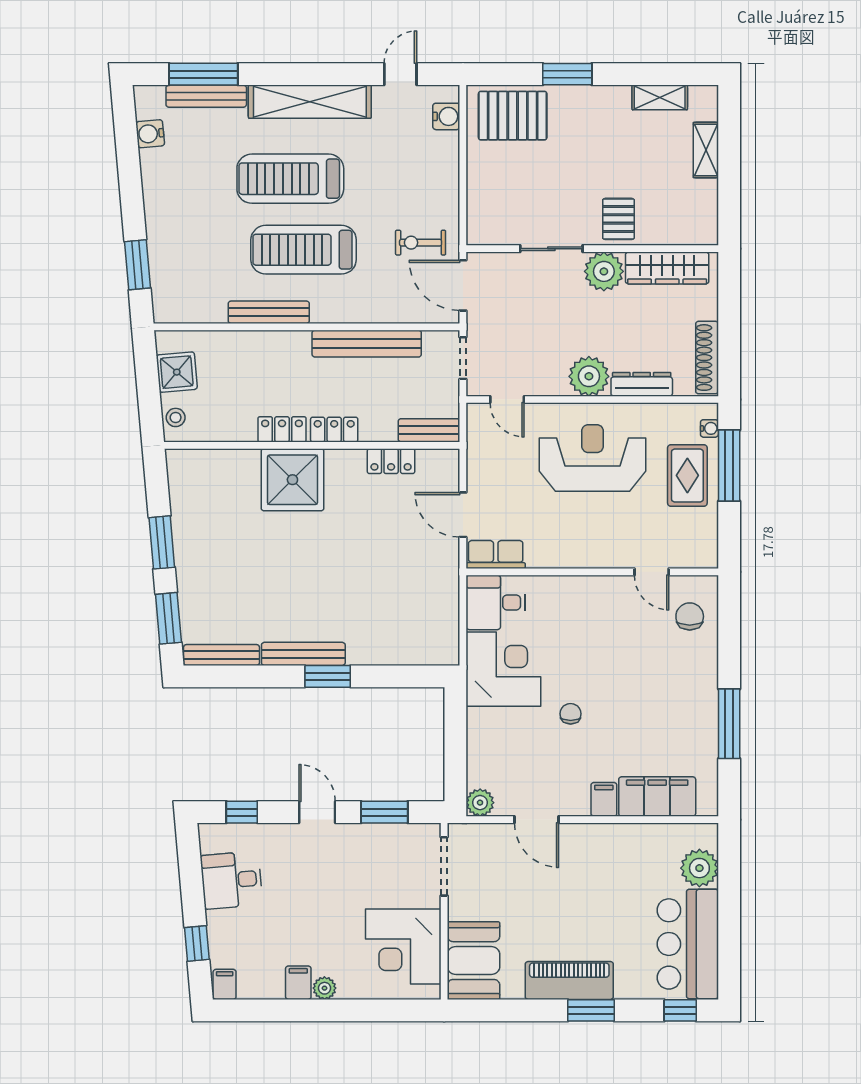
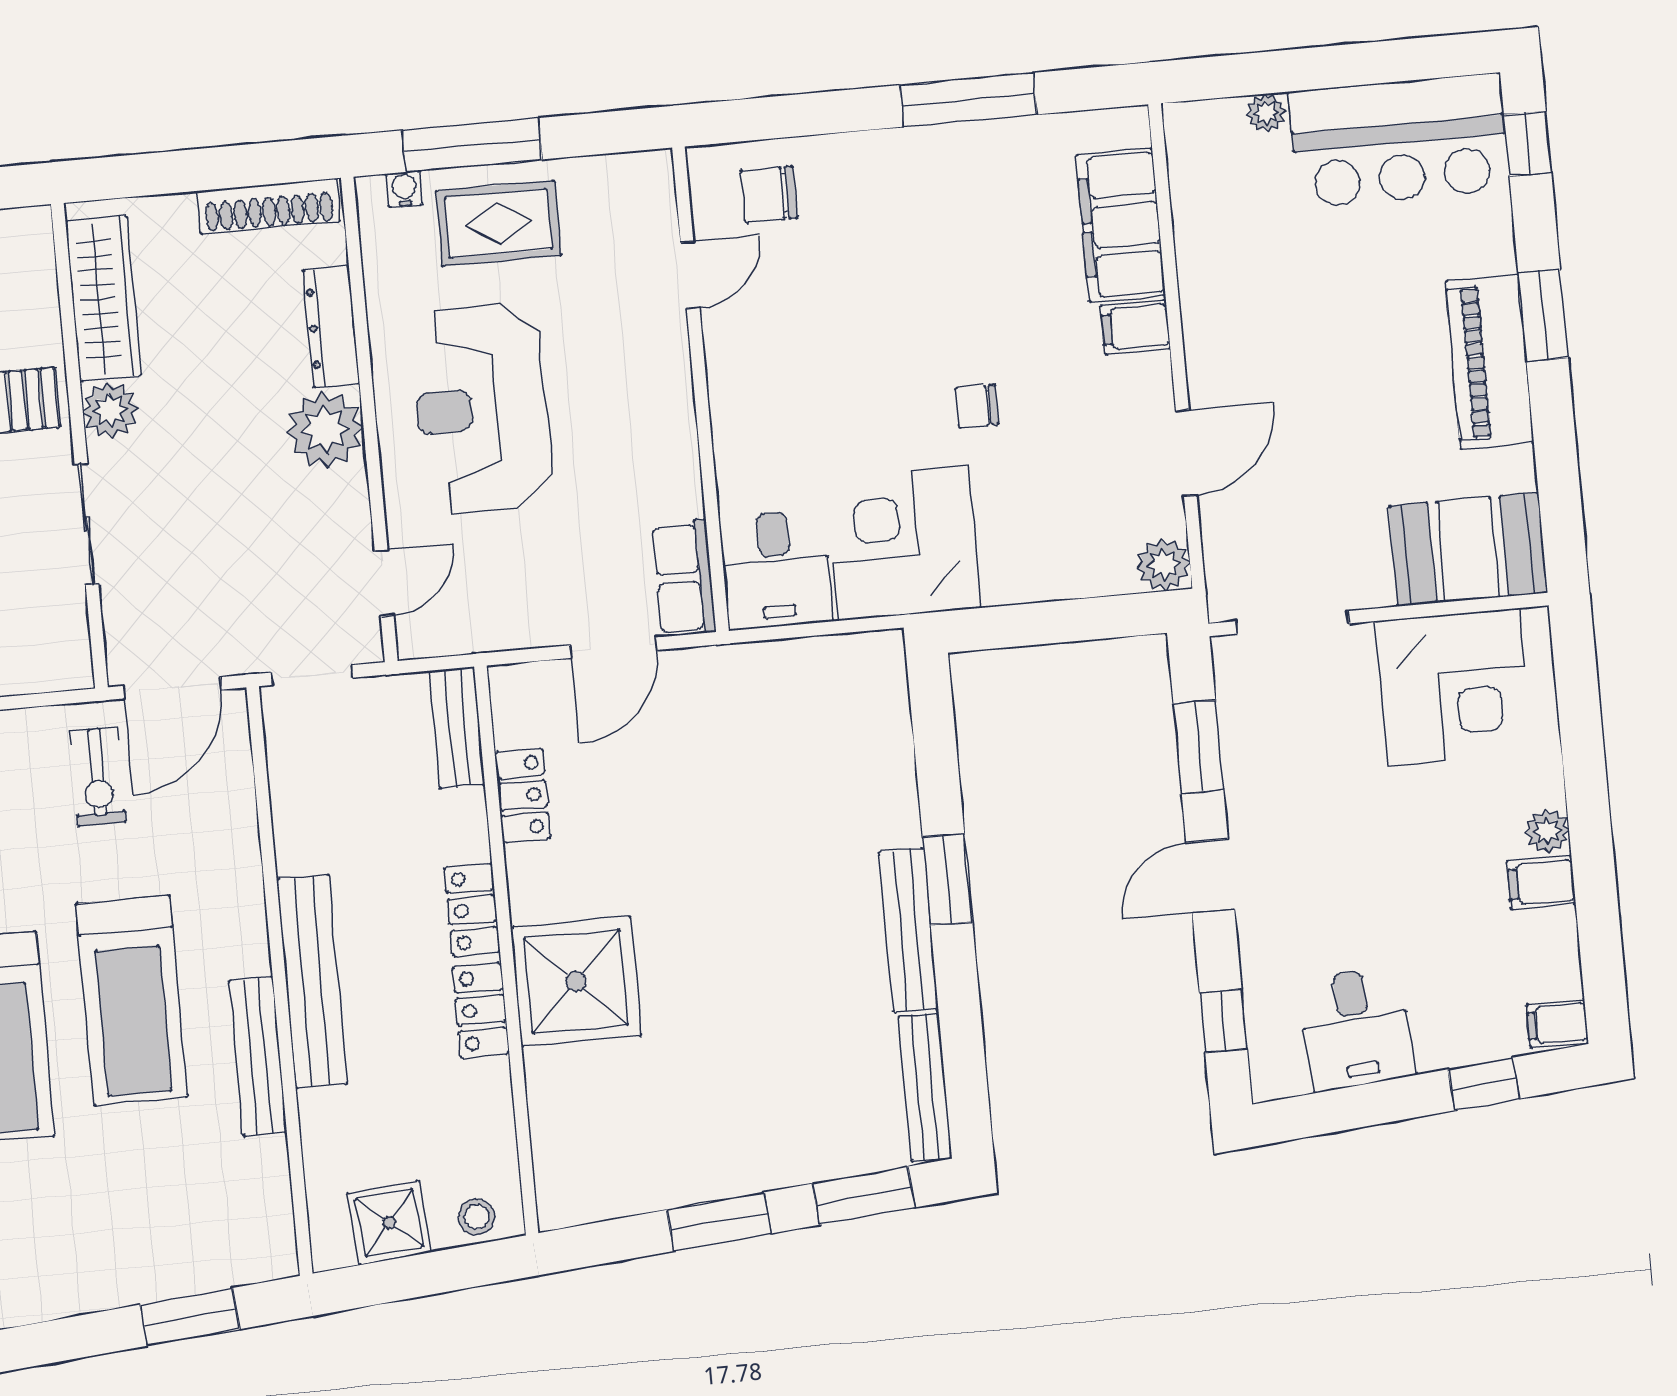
plant: (604, 271) -> (110, 410), width x0.73, depth x0.73
bench: (367, 344) -> (312, 981), moved
plant: (699, 868) -> (1266, 113), width x0.53, depth x0.53

